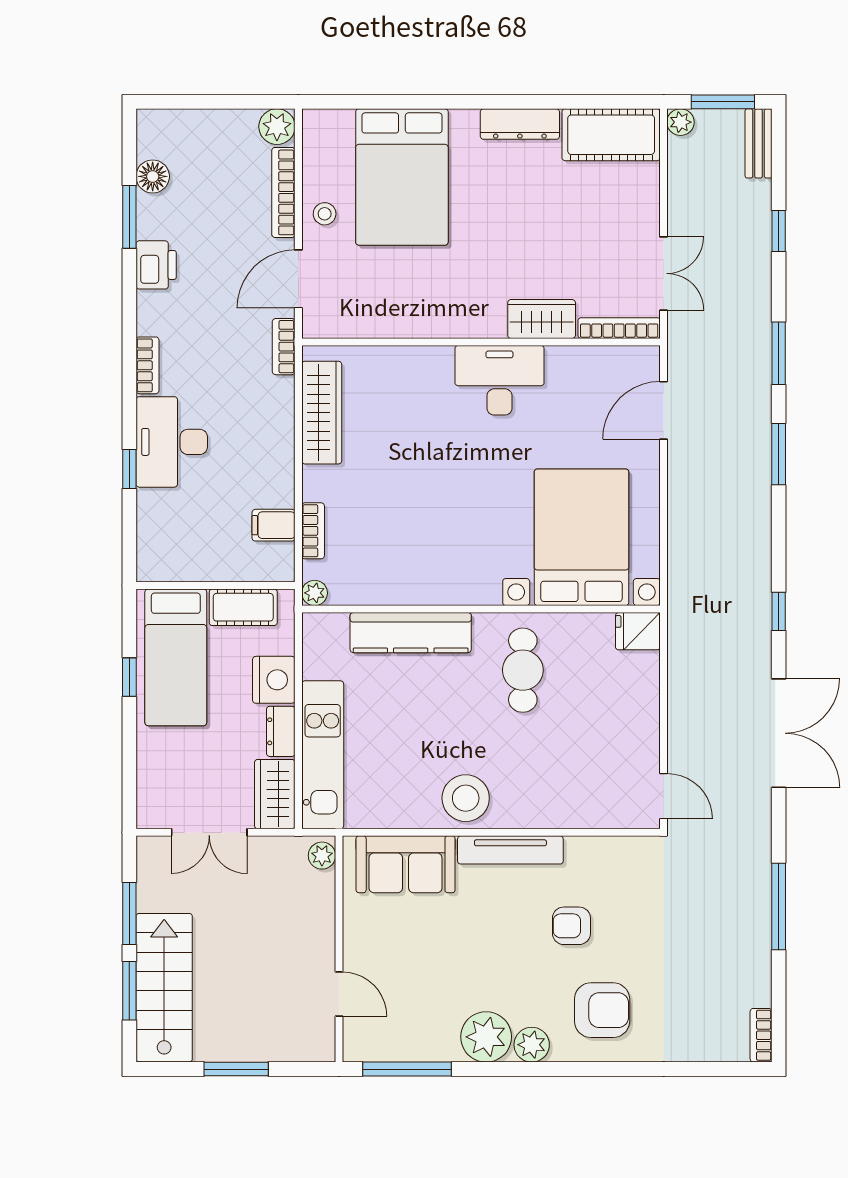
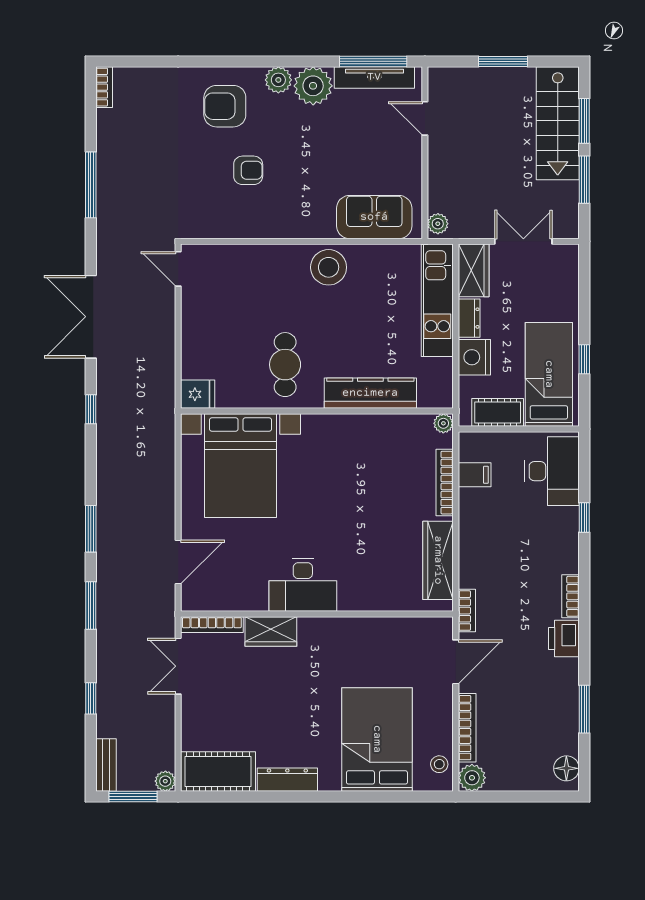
floor lamp: (153, 176) -> (566, 768), moved
stool: (325, 214) -> (439, 764), moved
printer: (156, 265) -> (564, 638), moved
desk: (172, 442) -> (552, 471), moved
bookcase: (313, 531) -> (445, 483), width x1.56
tv unit: (510, 850) -> (374, 77), moved, turned 180

